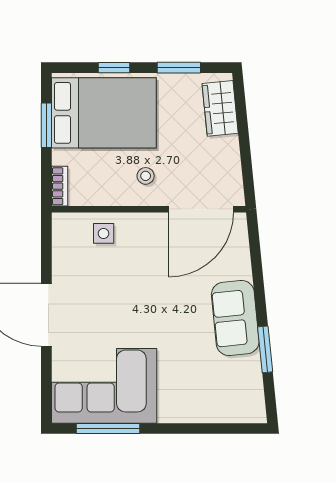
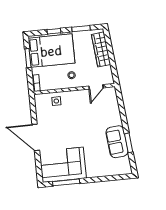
wardrobe: (220, 108) -> (101, 49), width x1.50
door: (201, 209) -> (96, 87), width x0.53
sofa: (235, 318) -> (117, 142), moved

